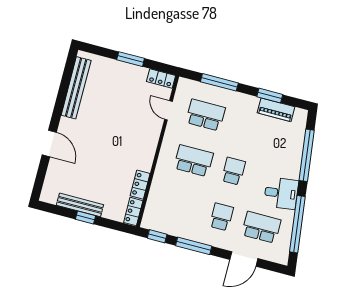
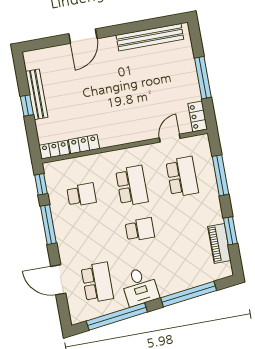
window: (131, 59) -> (203, 78), width x1.44
school desk: (221, 217) -> (81, 195), moved

